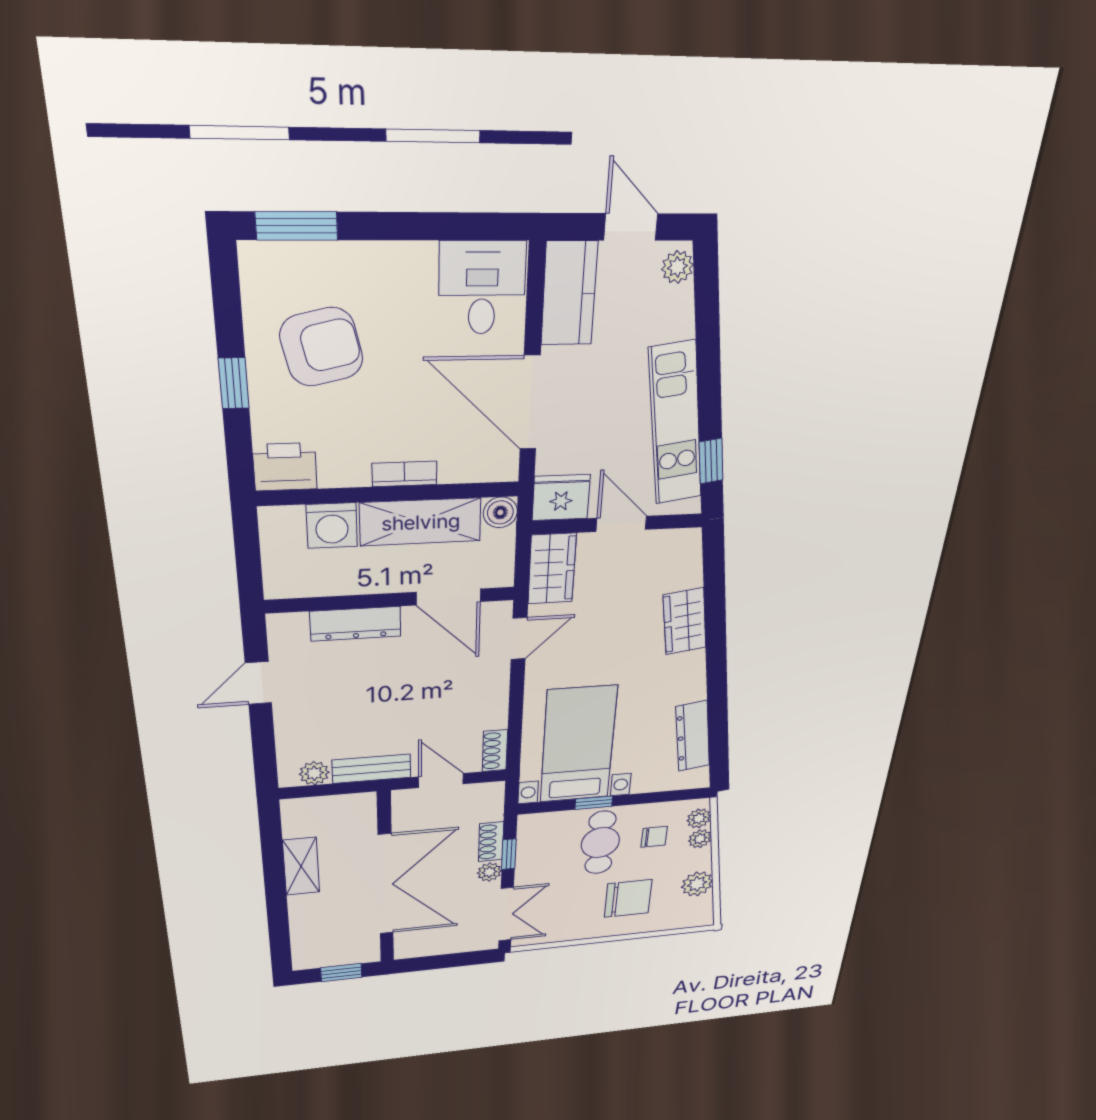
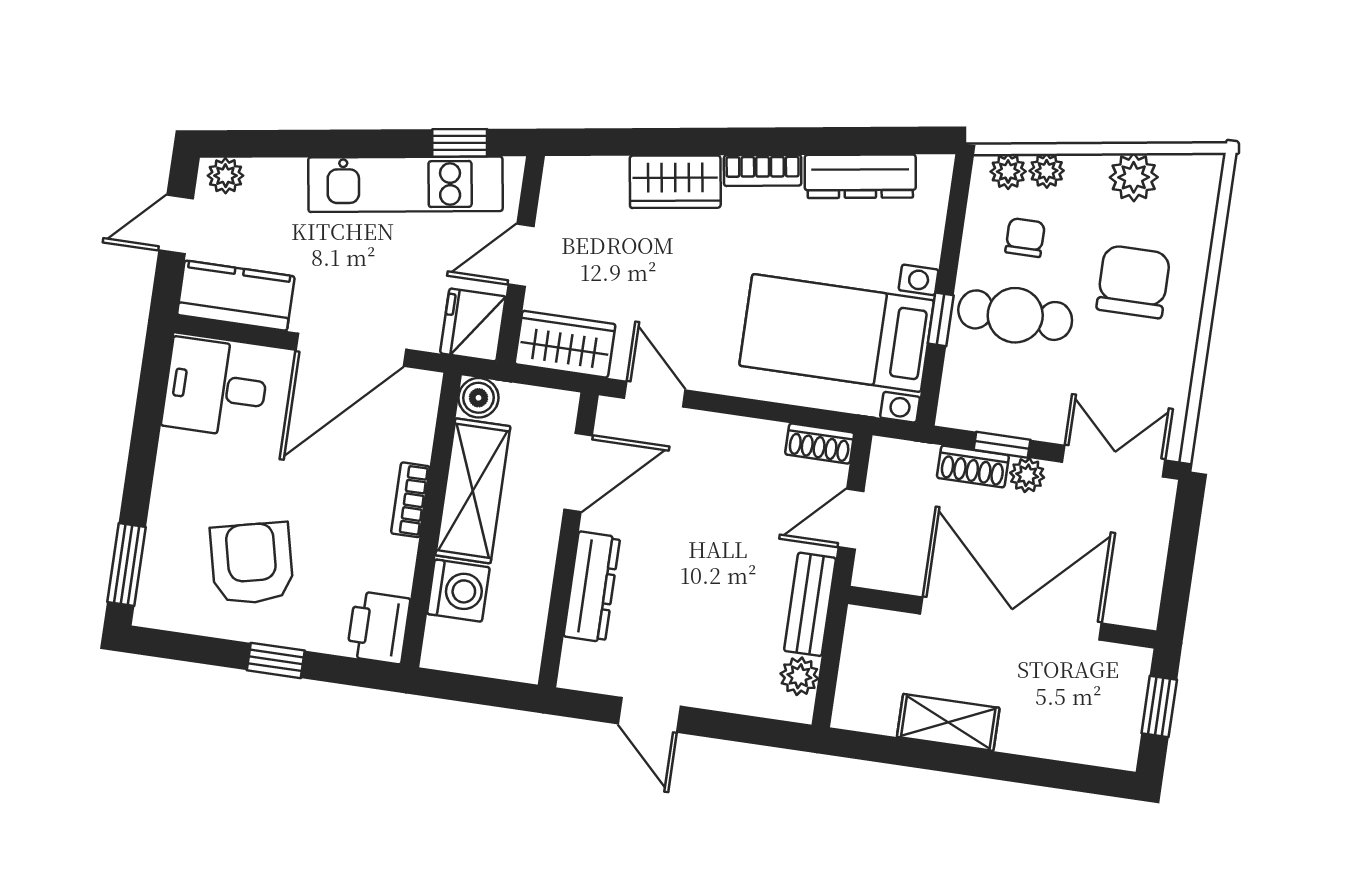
bookcase: (695, 676) -> (763, 170), added

